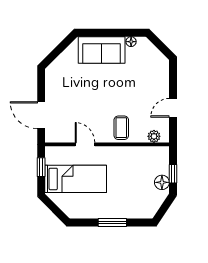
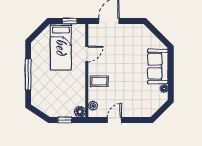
door: (173, 108) -> (114, 120), hinge flipped
floor lamp: (162, 182) -> (80, 112), moved
window: (112, 223) -> (28, 74), width x1.44

